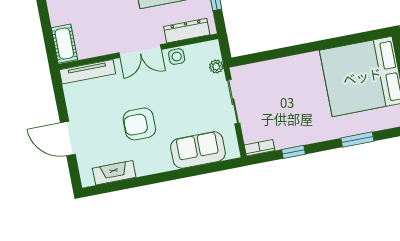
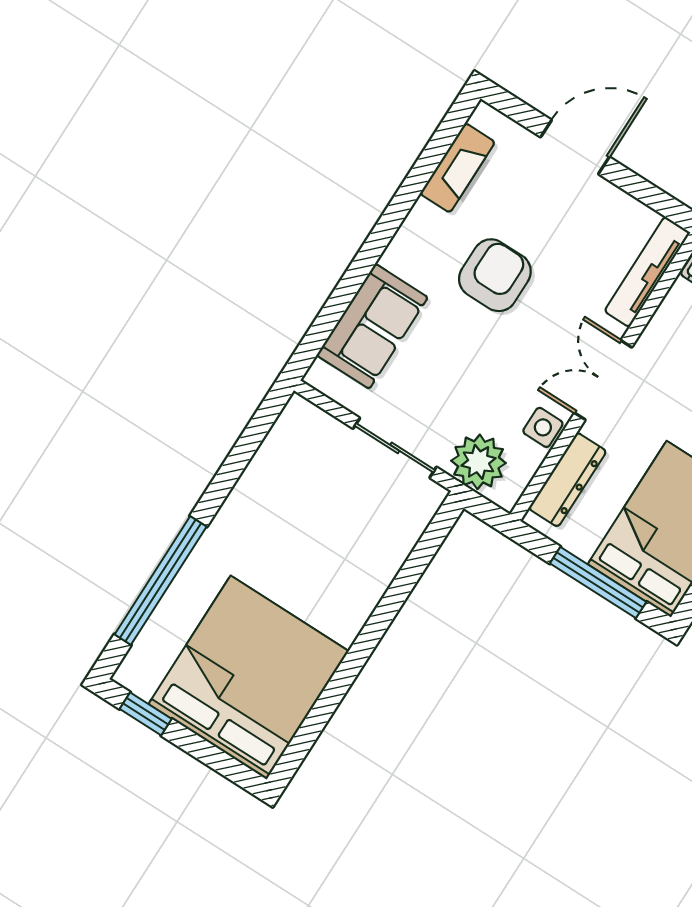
plant: (216, 66) -> (479, 462), width x1.88, depth x1.88
window: (357, 140) -> (161, 581), width x2.11
bookcase: (260, 148) -> (288, 422), removed
window: (293, 152) -> (233, 467), removed

